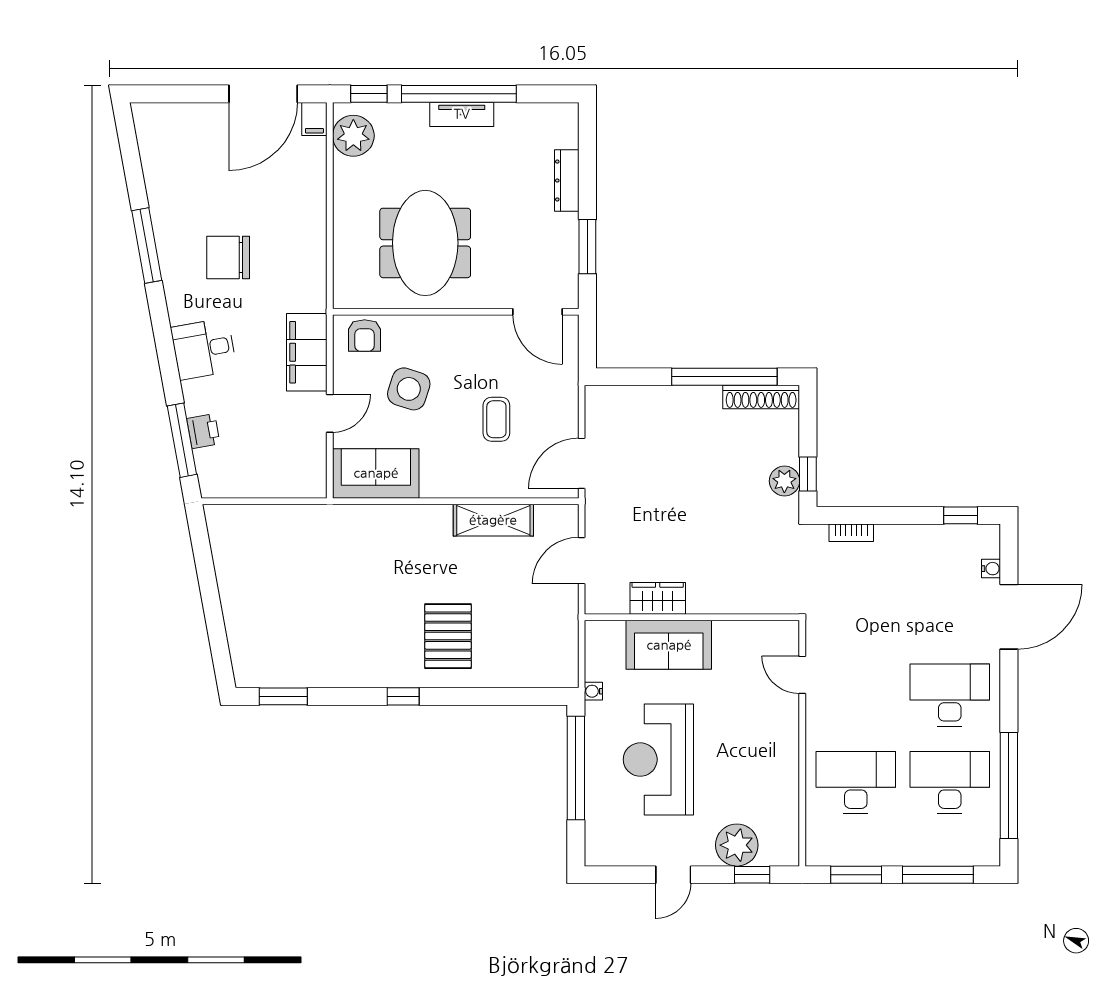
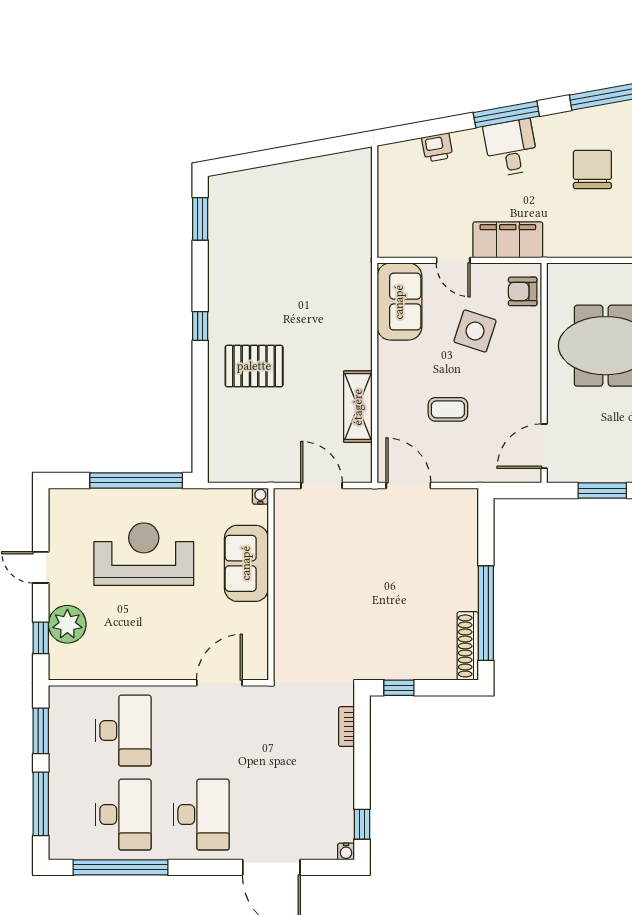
window: (182, 440) -> (506, 114), moved
plant: (784, 481) -> (393, 667), removed
water cooler: (991, 569) -> (346, 851), moved
wardrobe: (658, 598) -> (288, 554), removed
door: (802, 675) -> (219, 683), width x1.38
water cooler: (593, 691) -> (260, 496), moved

